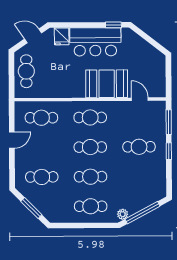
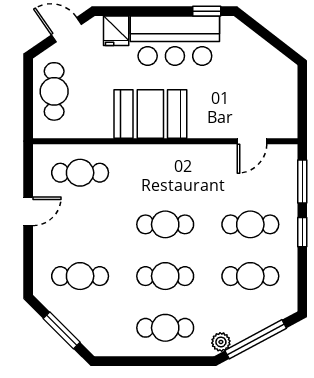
booth: (107, 84) -> (150, 114), moved
door: (140, 99) -> (252, 141), swing flipped
cafe table: (90, 117) -> (250, 276), moved

